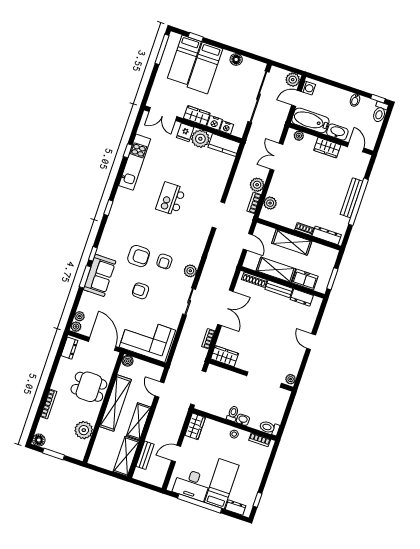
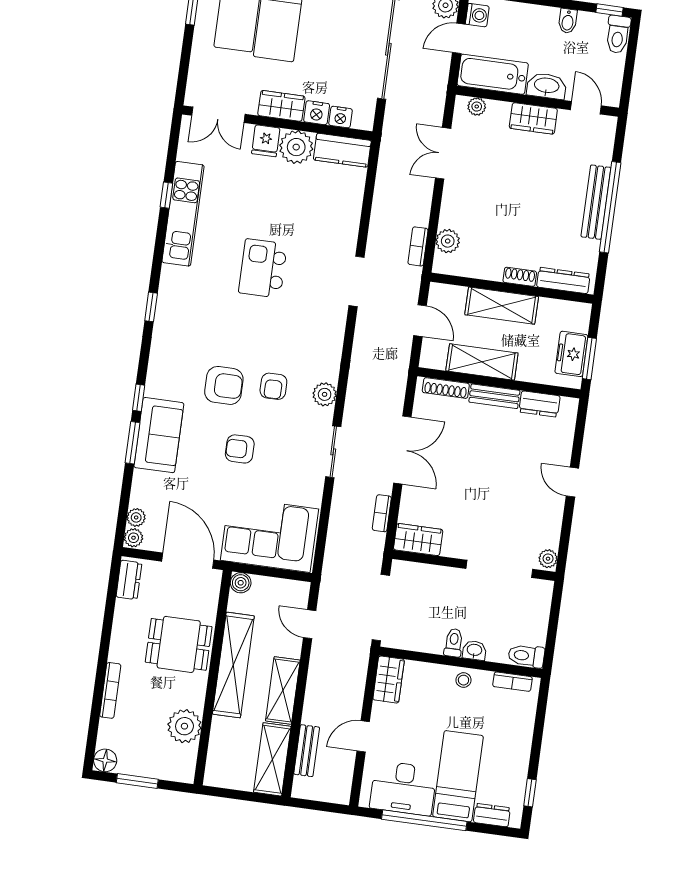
plant: (257, 185) -> (417, 212), removed
freezer: (305, 280) -> (571, 354), moved, turned -90

